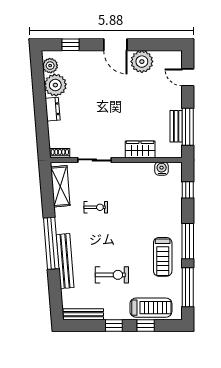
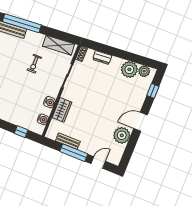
dresser: (53, 109) -> (102, 57), moved
window: (188, 127) -> (74, 153), moved
water cooler: (137, 169) -> (49, 102), added

